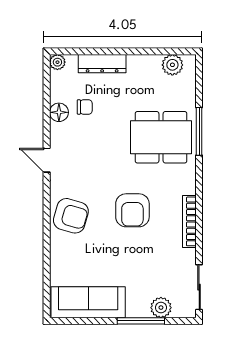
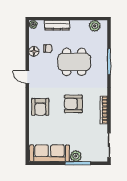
dining table: (161, 137) -> (74, 62), moved
armchair: (132, 210) -> (73, 104), turned 90
armchair: (71, 216) -> (40, 107), turned 74
plant: (161, 308) -> (76, 156), moved

